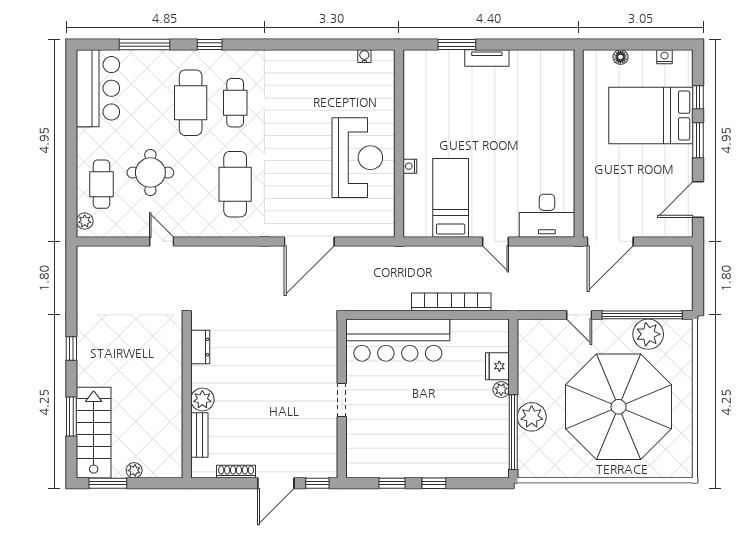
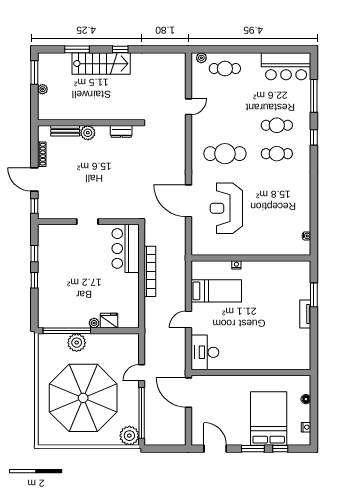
cafe table: (191, 103) -> (277, 125), width x0.73, depth x0.74
reception desk: (357, 158) -> (226, 208), moved, turned 90
round table: (150, 173) -> (232, 100), removed
bookcase: (451, 302) -> (150, 271), moved
plant: (648, 334) -> (129, 436), moved
bar counter: (398, 340) -> (126, 248), width x0.73
stairs: (94, 433) -> (101, 64), moved

